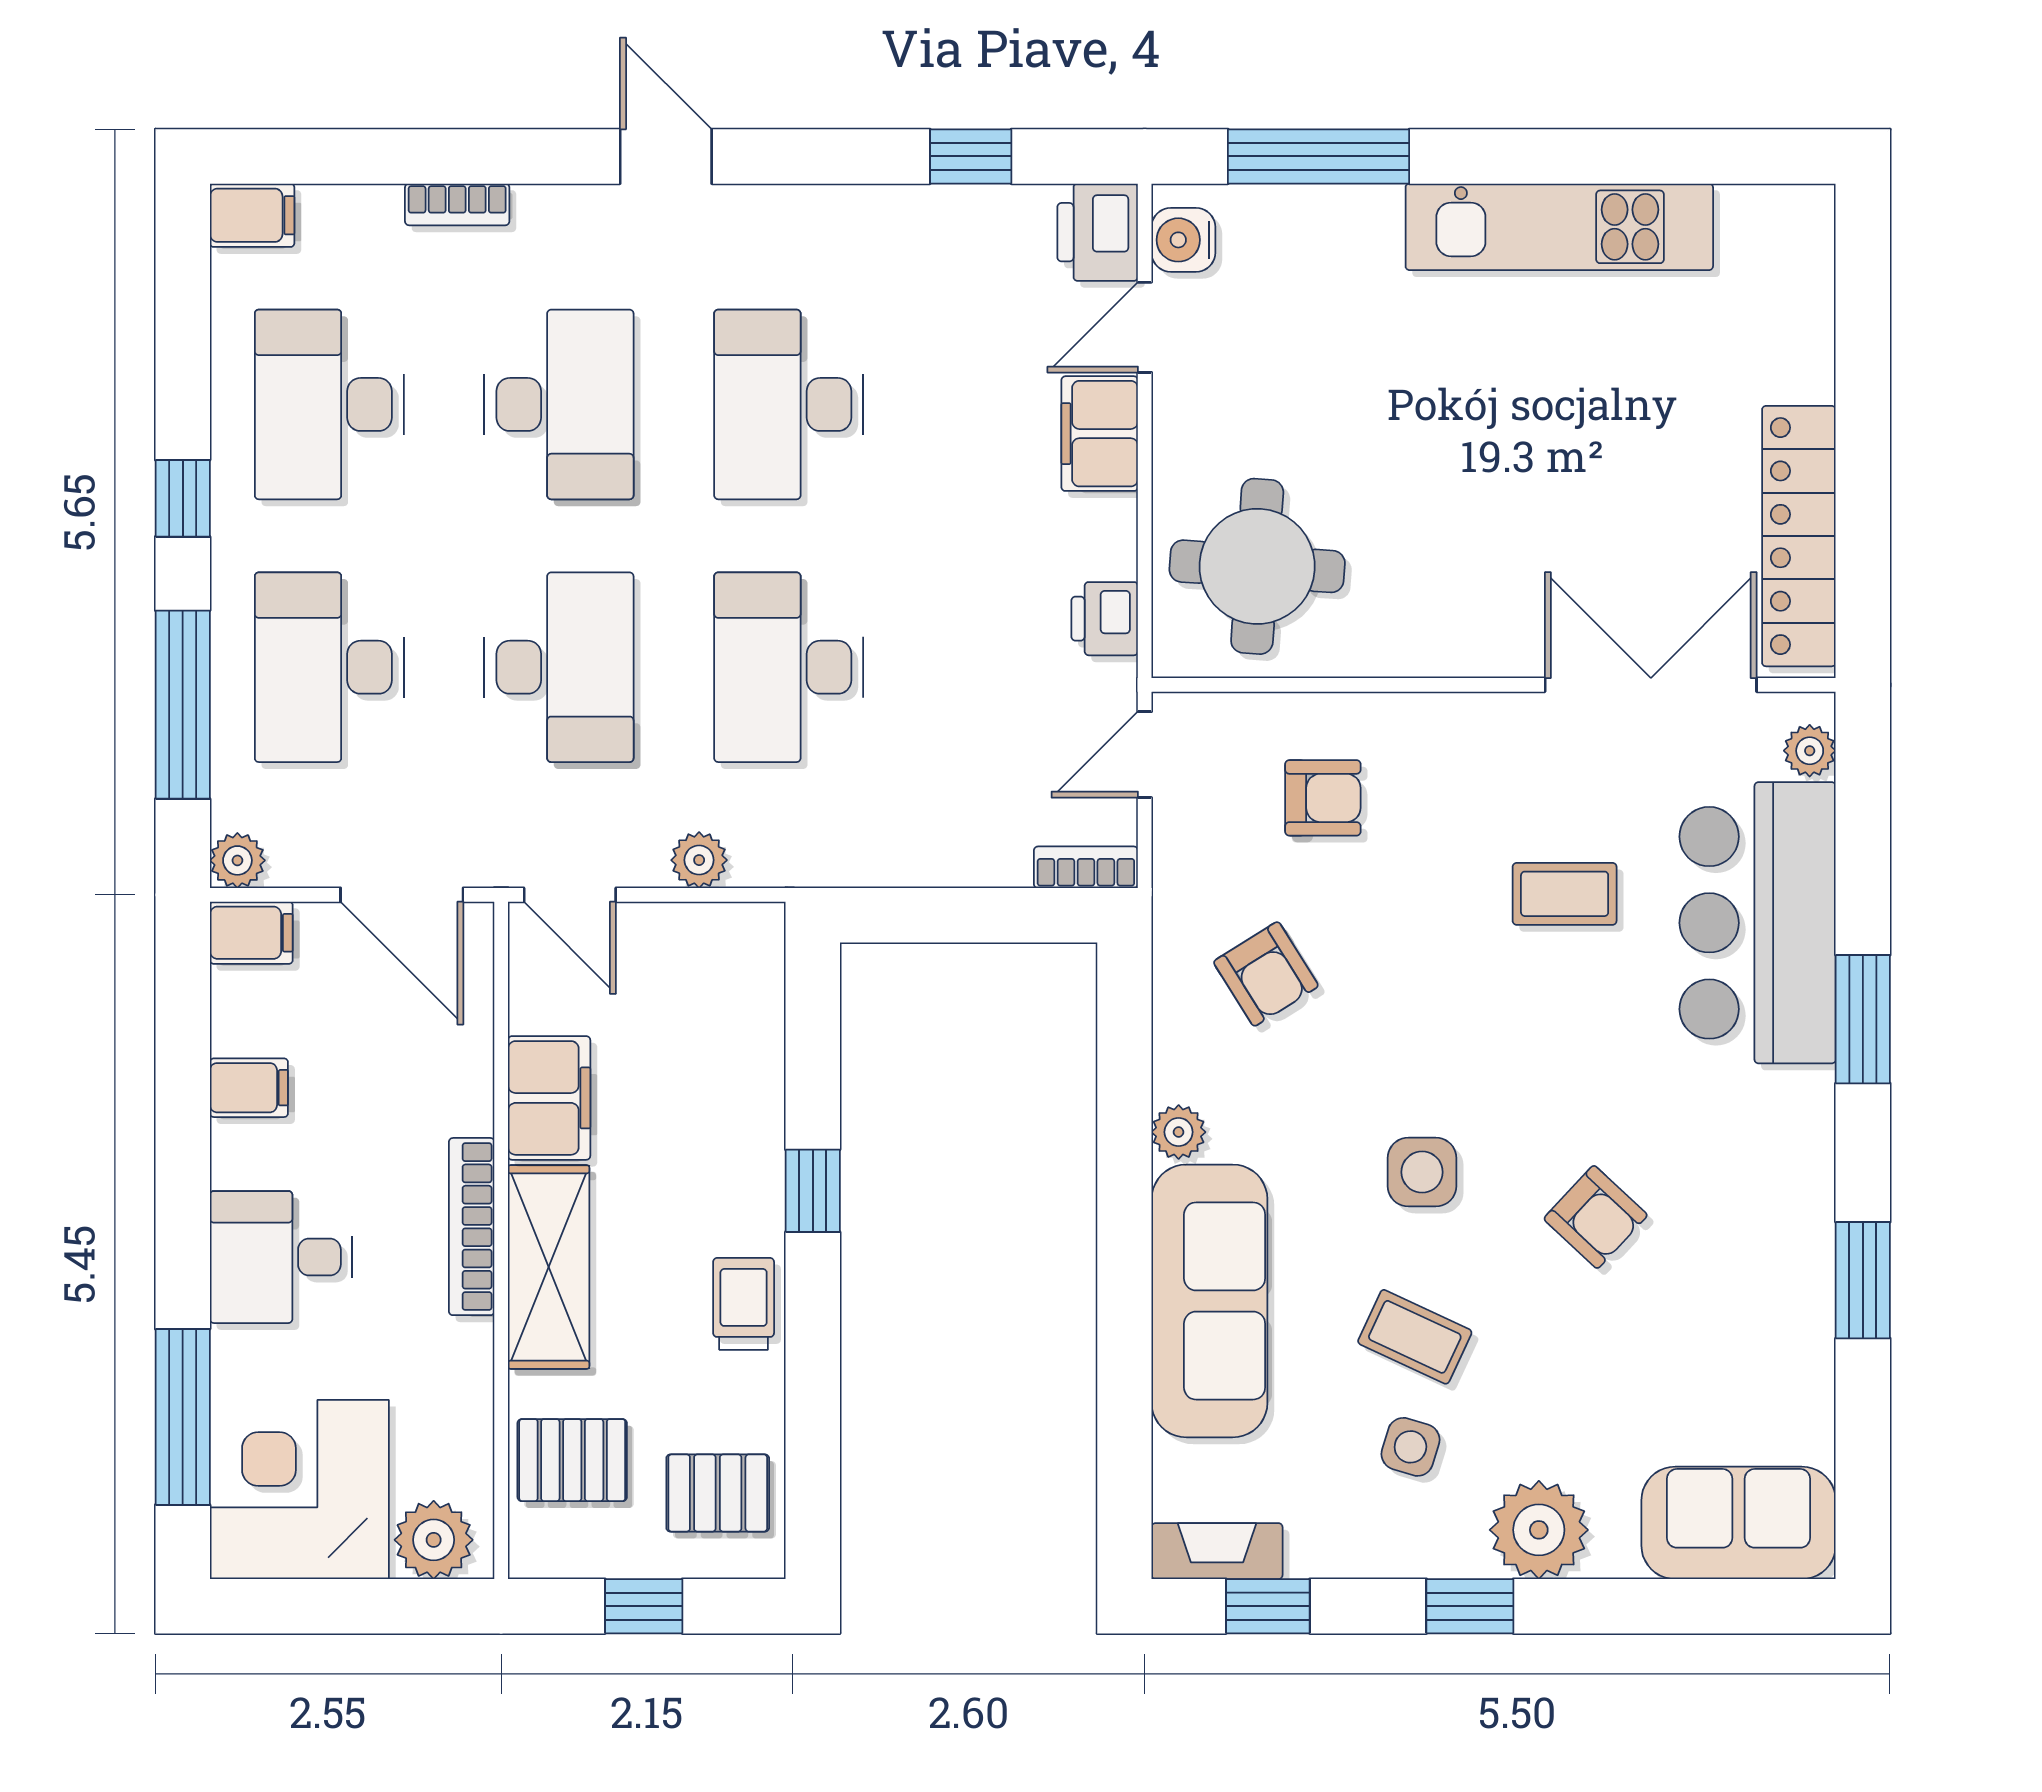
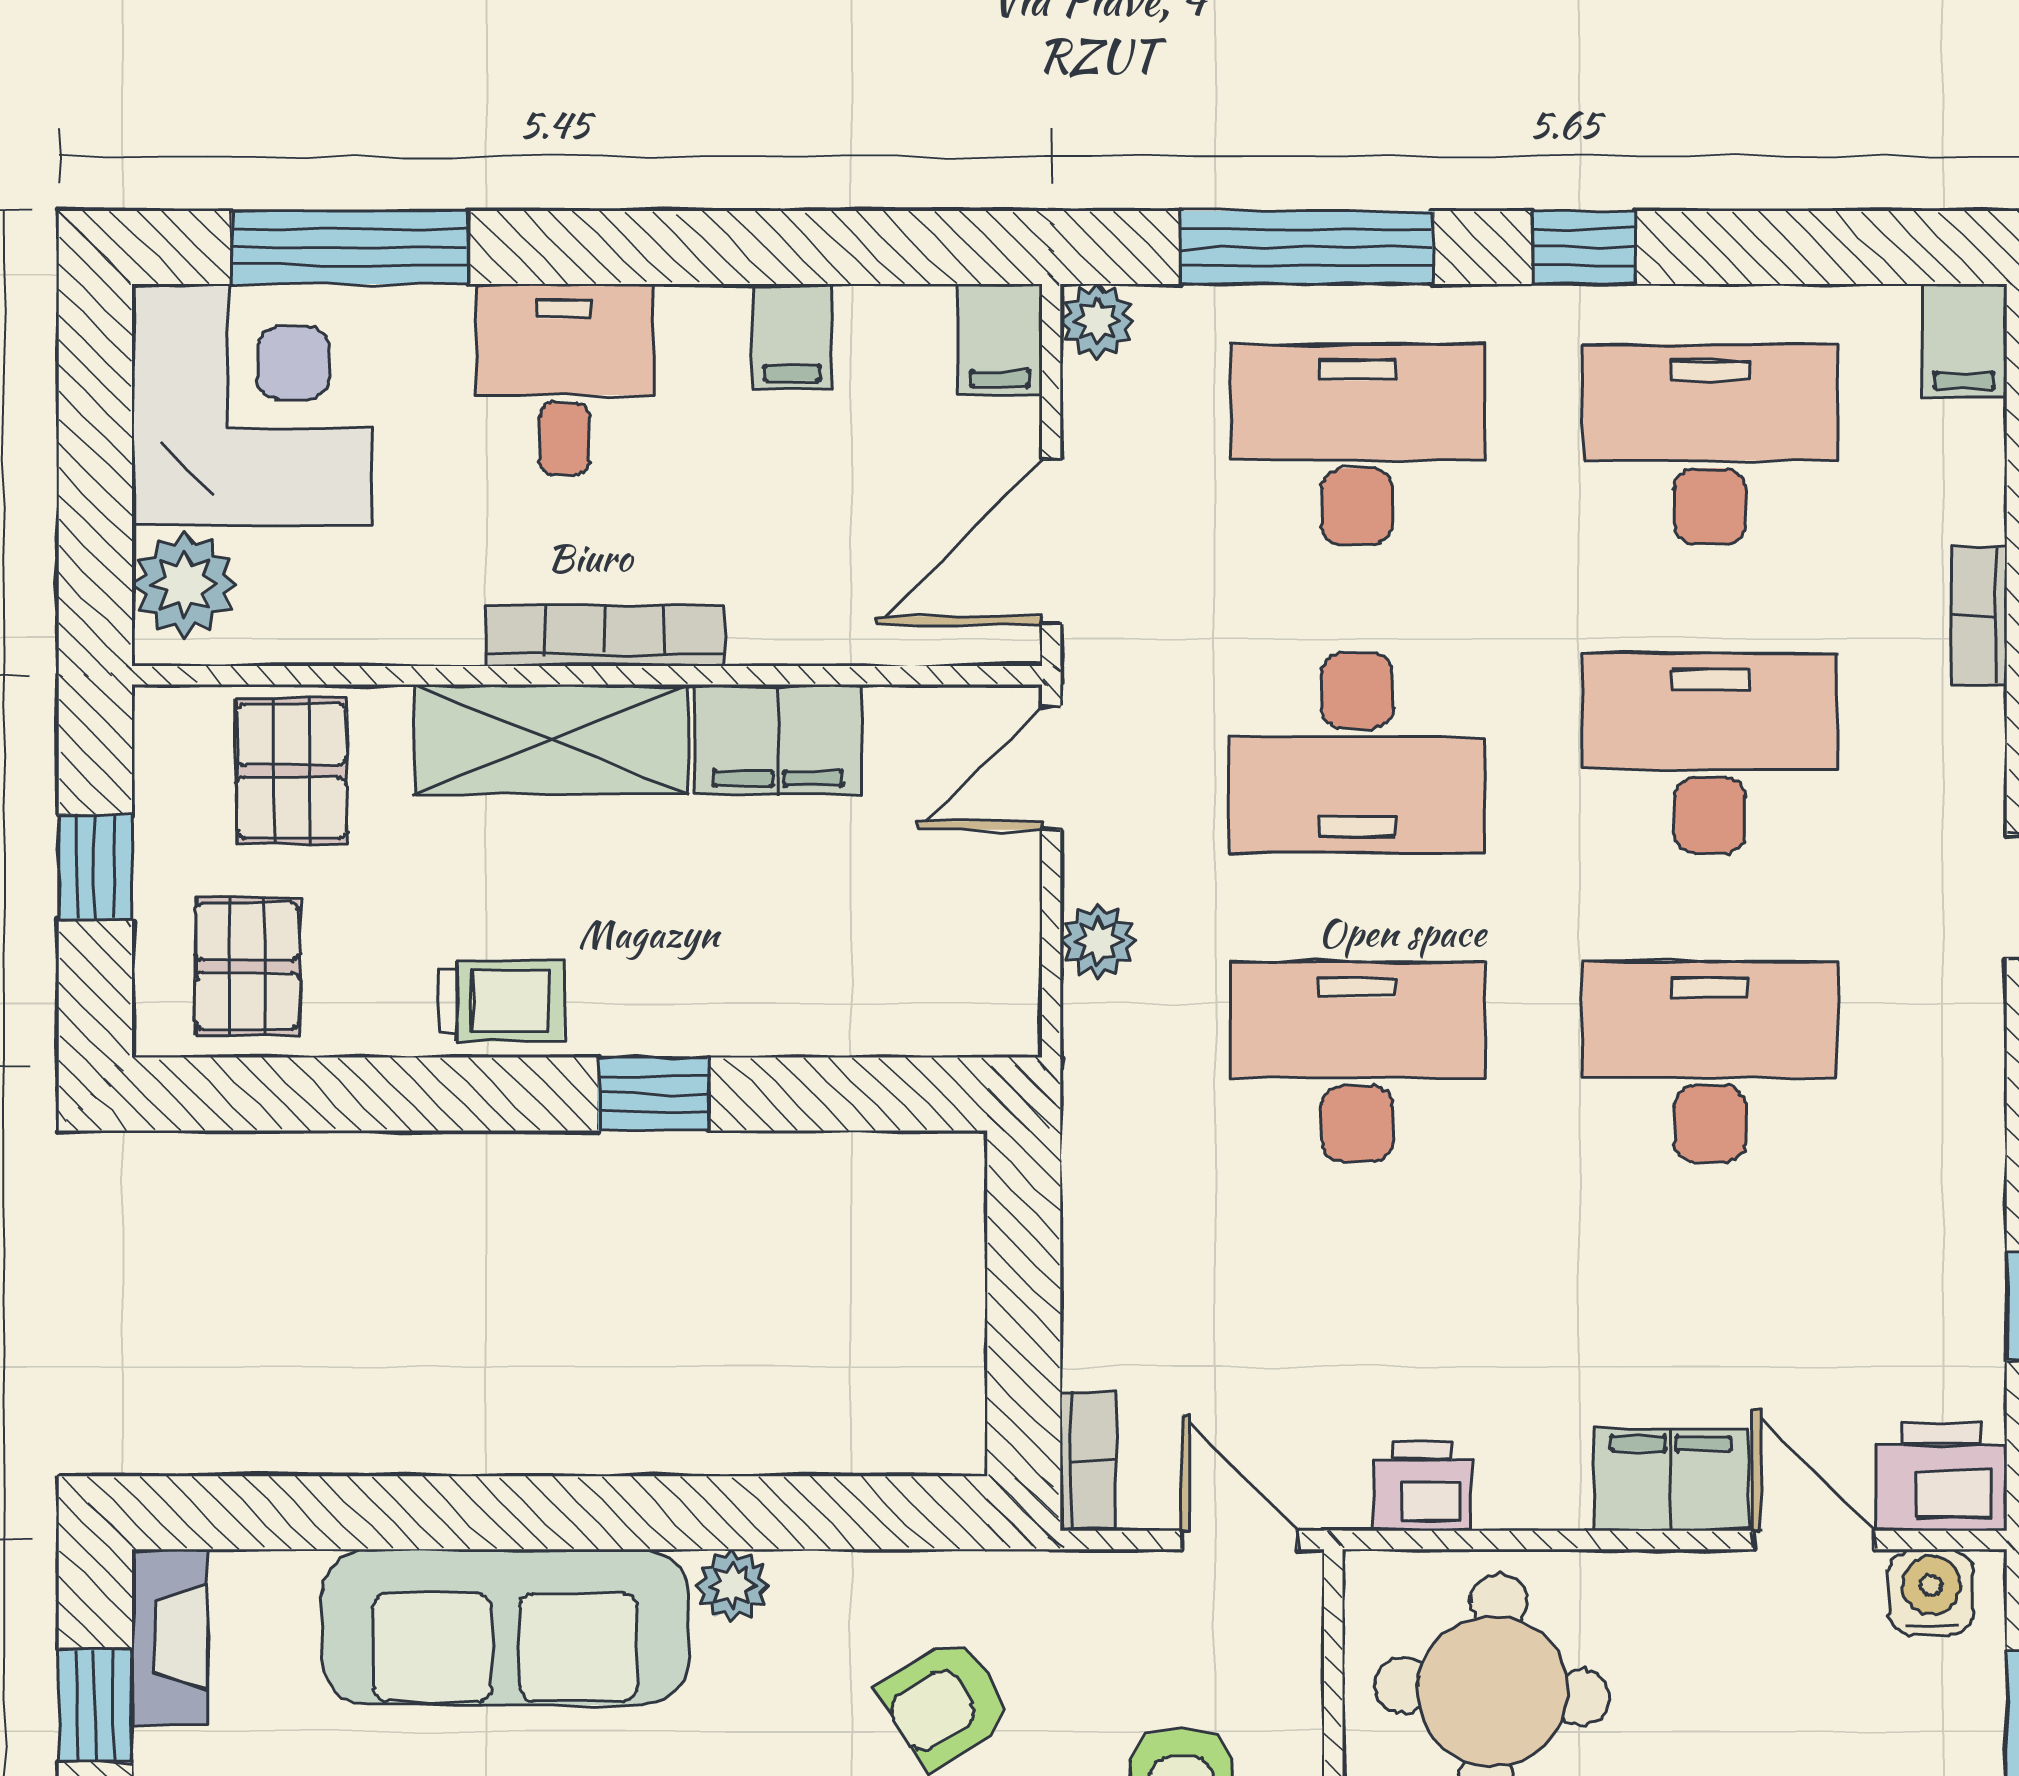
desk: (559, 404) -> (1710, 753), turned 180

